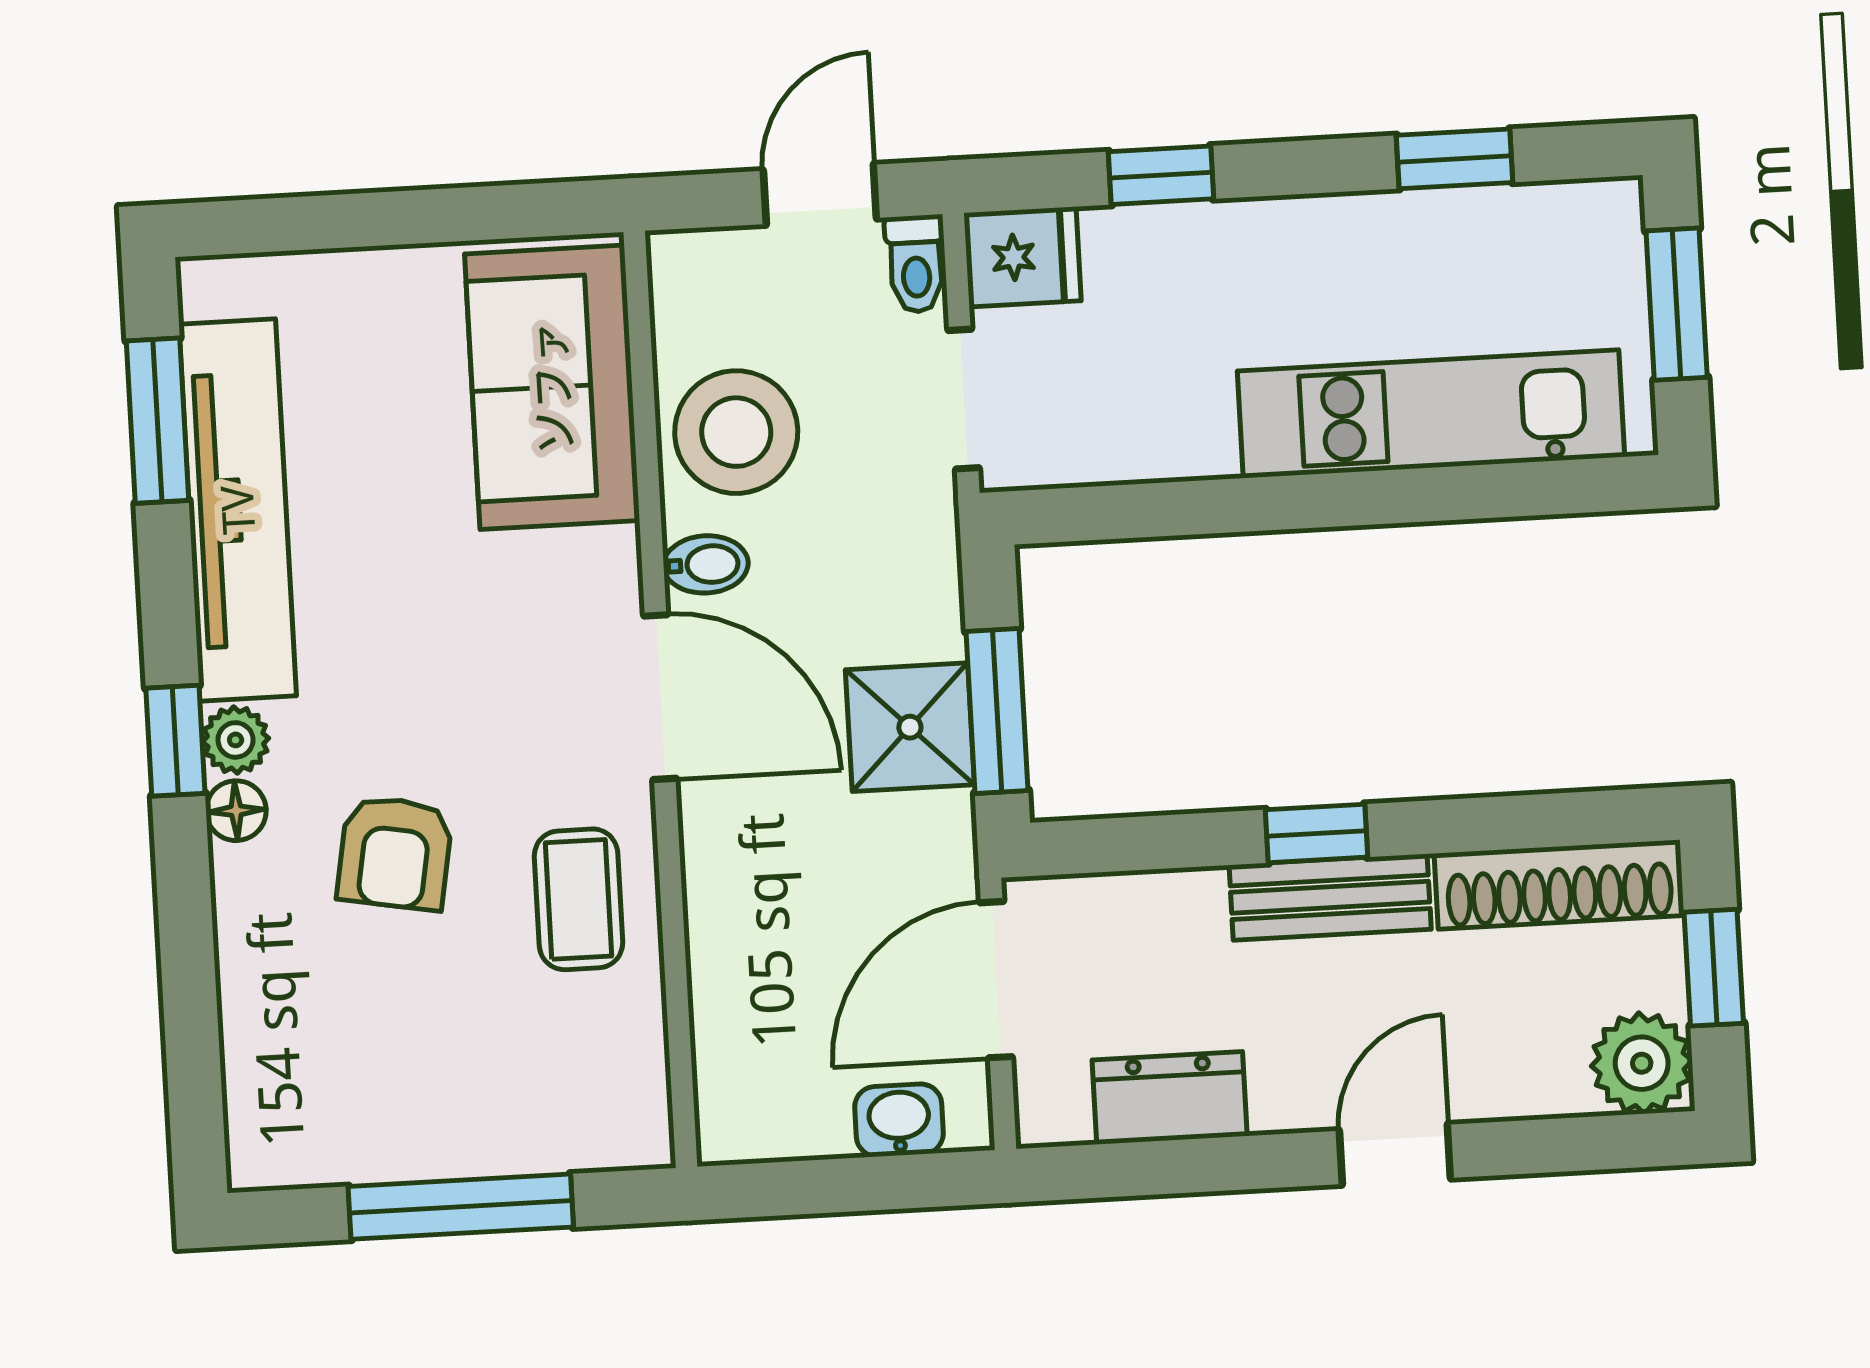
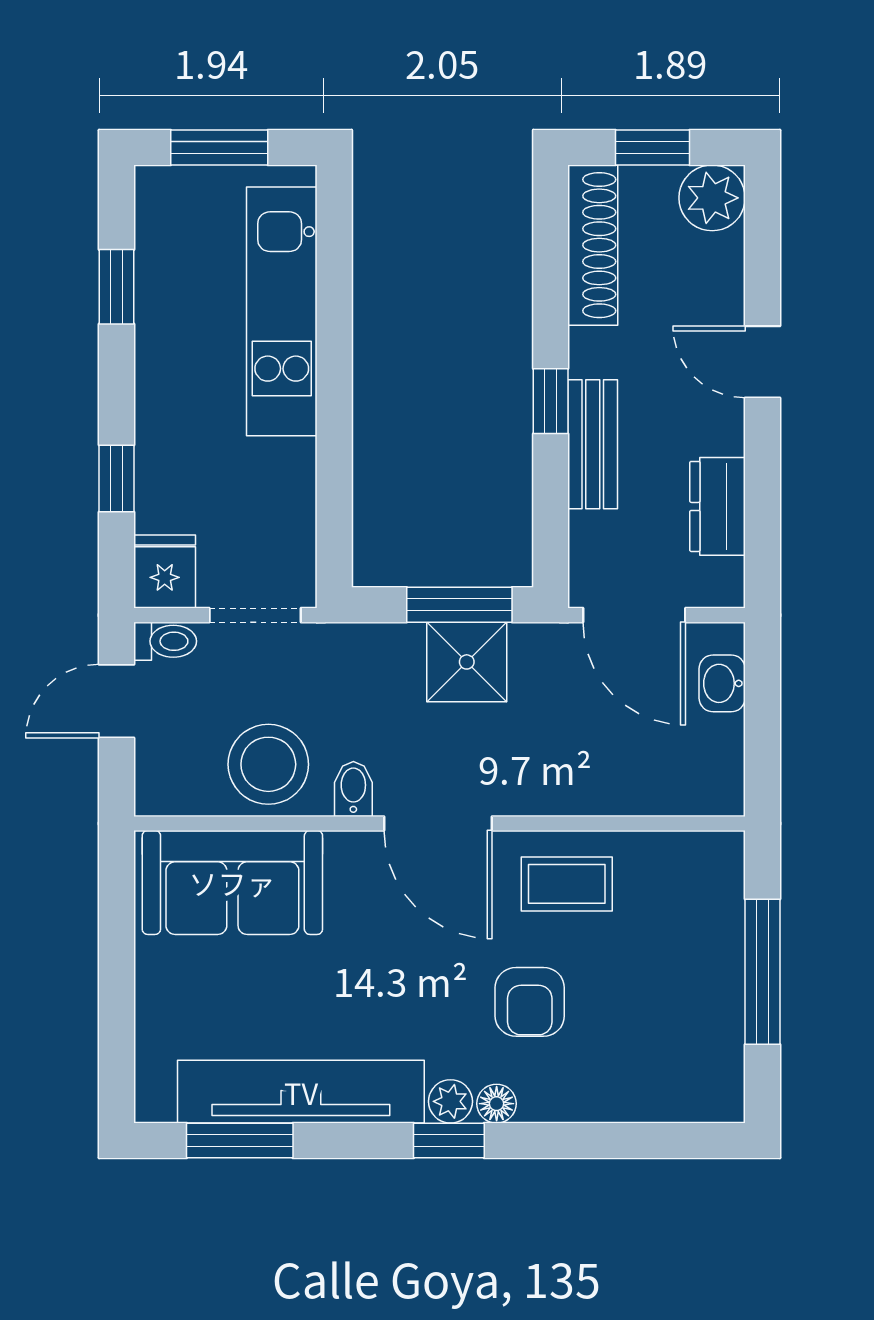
door: (820, 194) -> (117, 701), hinge flipped
door: (660, 697) -> (438, 823), swing flipped
armchair: (395, 853) -> (530, 1002), turned 80
bench: (1330, 897) -> (593, 444), moved

